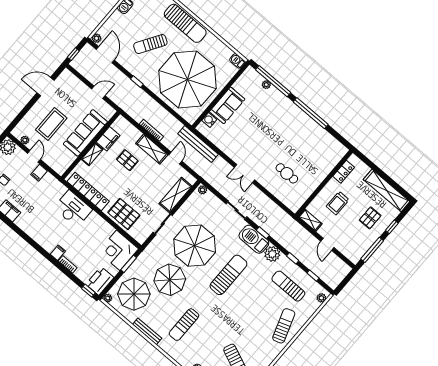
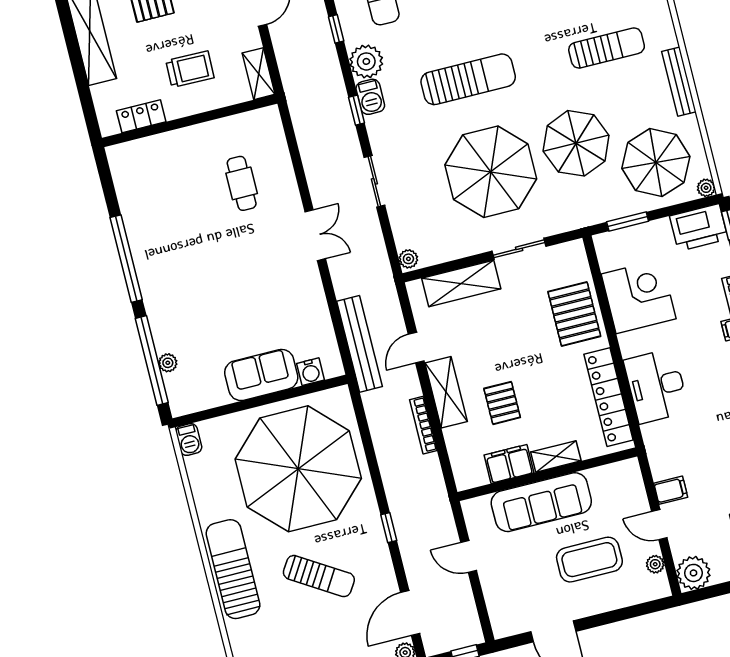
door: (34, 156) -> (659, 525), hinge flipped
barbecue: (254, 239) -> (370, 97), width x0.53, depth x0.65
corner desk: (118, 250) -> (639, 296), moved, turned -90
sun lounger: (228, 275) -> (468, 79), turned 180

